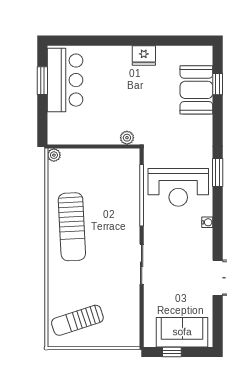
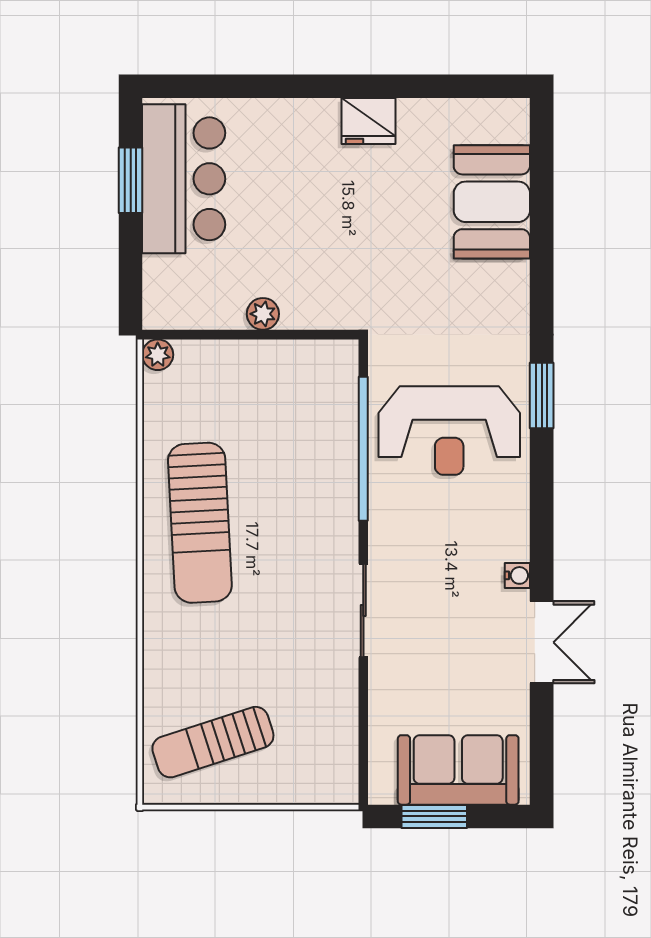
window: (218, 84) -> (542, 188), removed
plant: (127, 138) -> (263, 314), moved
water cooler: (207, 222) -> (517, 575), moved
window: (172, 352) -> (434, 816), width x1.50

